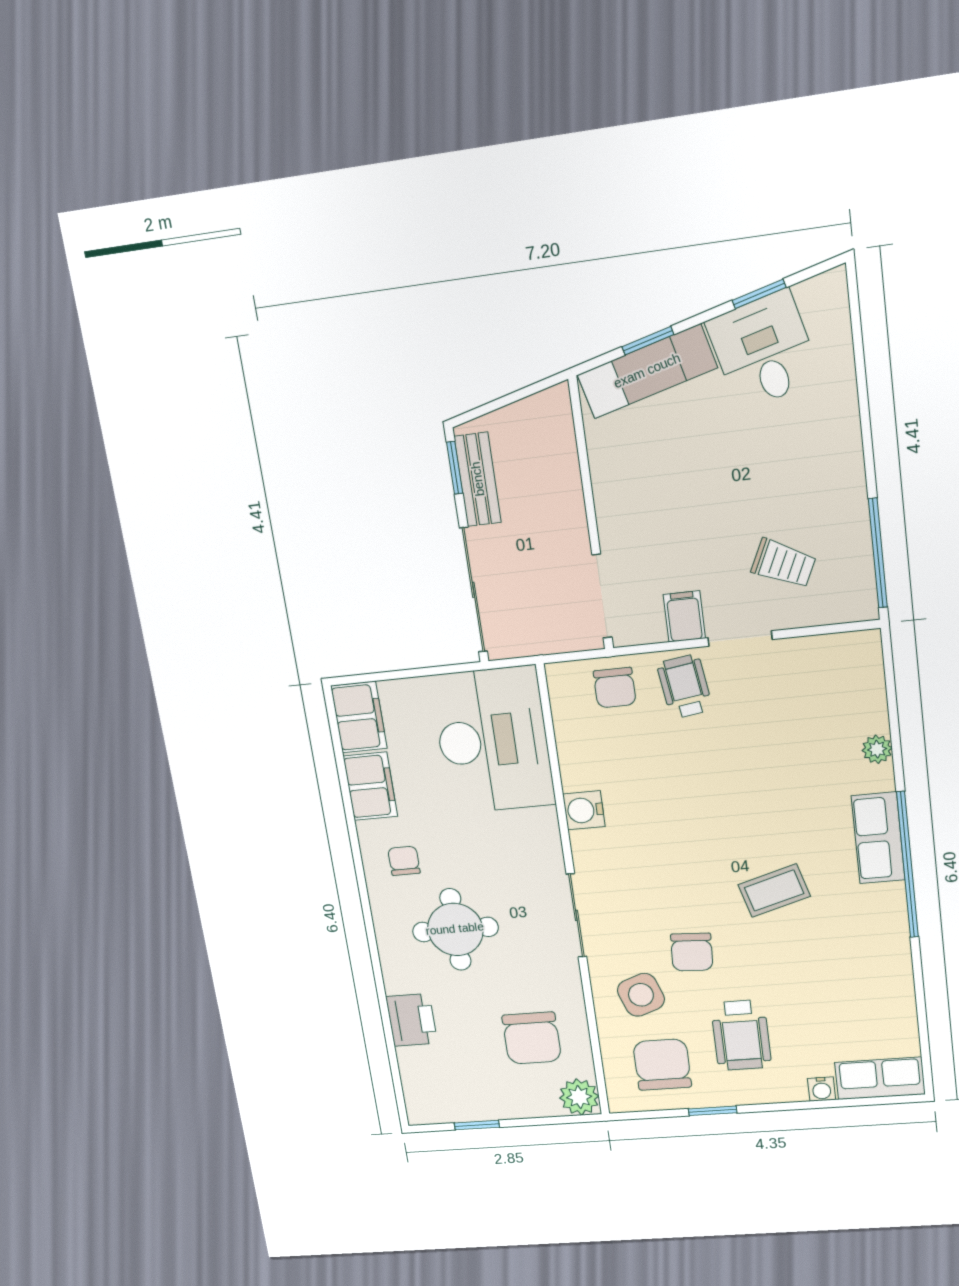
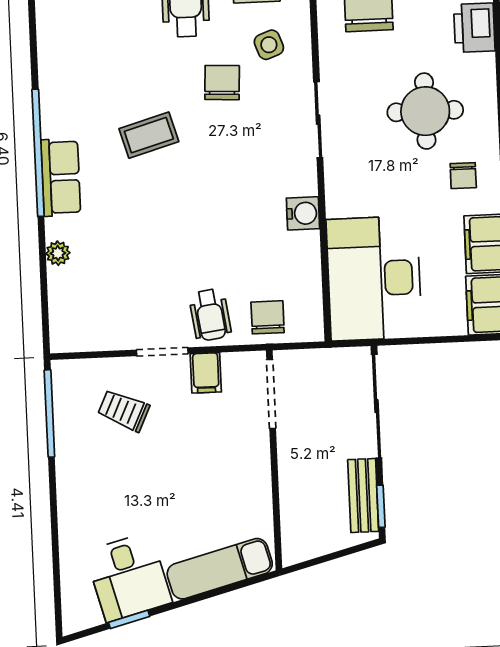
window: (648, 341) -> (217, 592), removed
side table: (641, 995) -> (269, 45), width x0.73, depth x0.73

